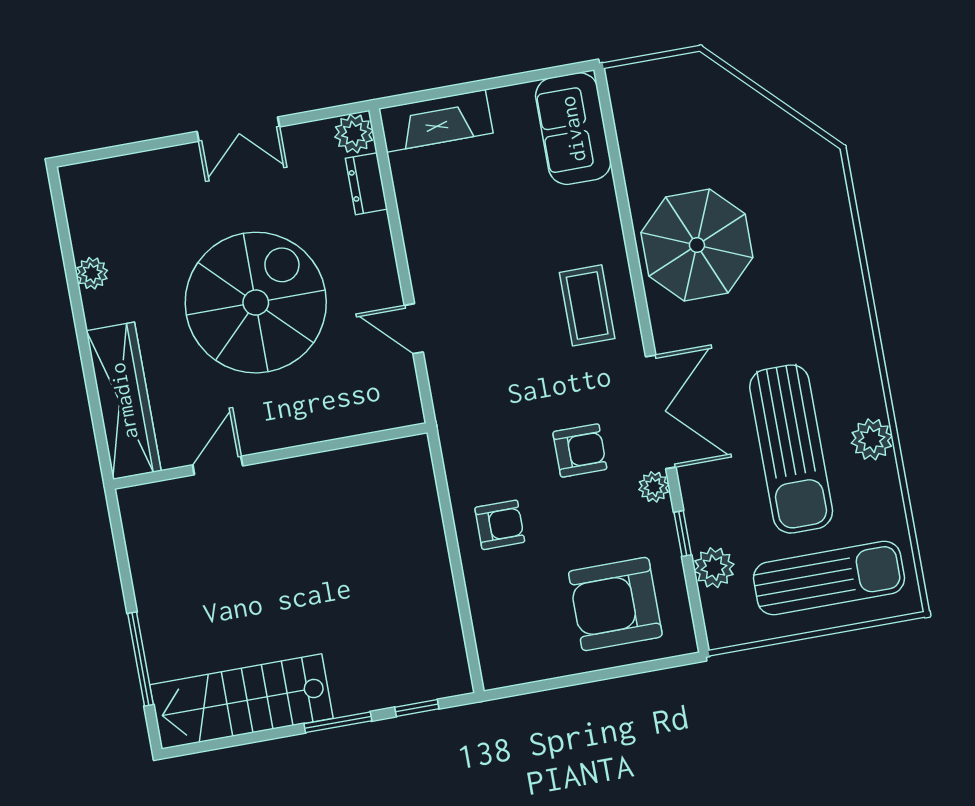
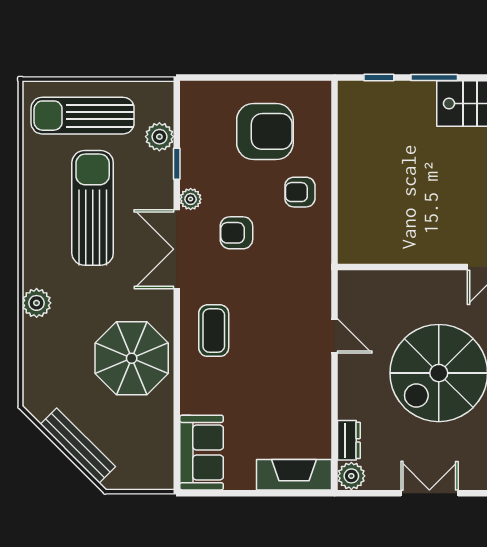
bench: (751, 107) -> (78, 445), added
plant: (872, 439) -> (37, 303), moved
armchair: (615, 604) -> (265, 131), moved

